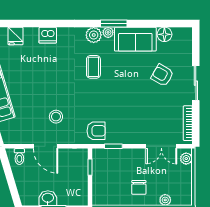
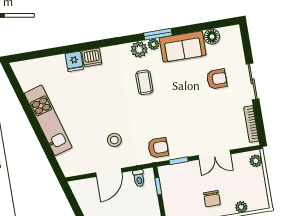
fridge: (16, 36) -> (74, 61), moved
armchair: (162, 75) -> (217, 79), turned 150
door: (46, 146) -> (109, 172), hinge flipped
double door: (161, 146) -> (214, 155), moved
toilet: (19, 157) -> (139, 178), moved

